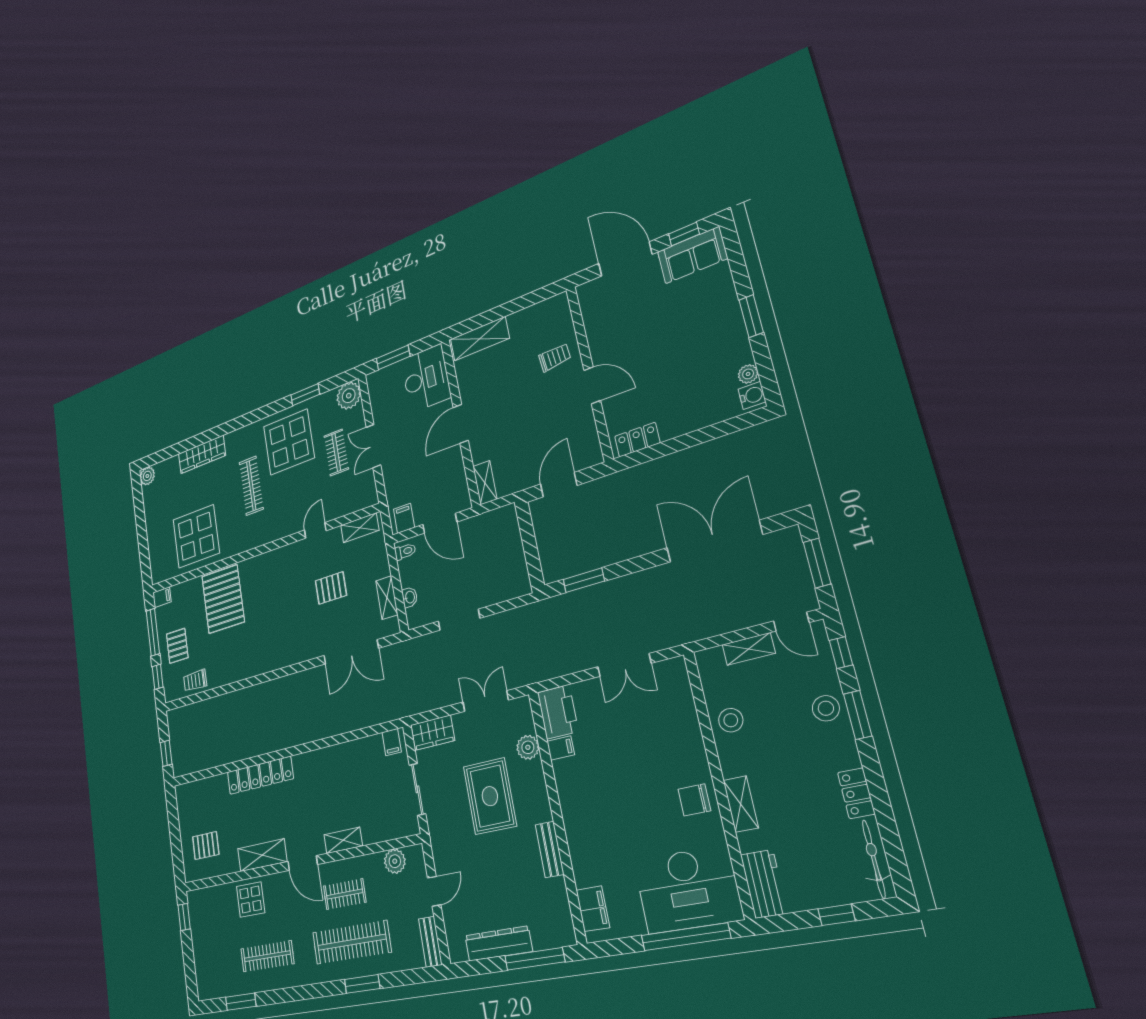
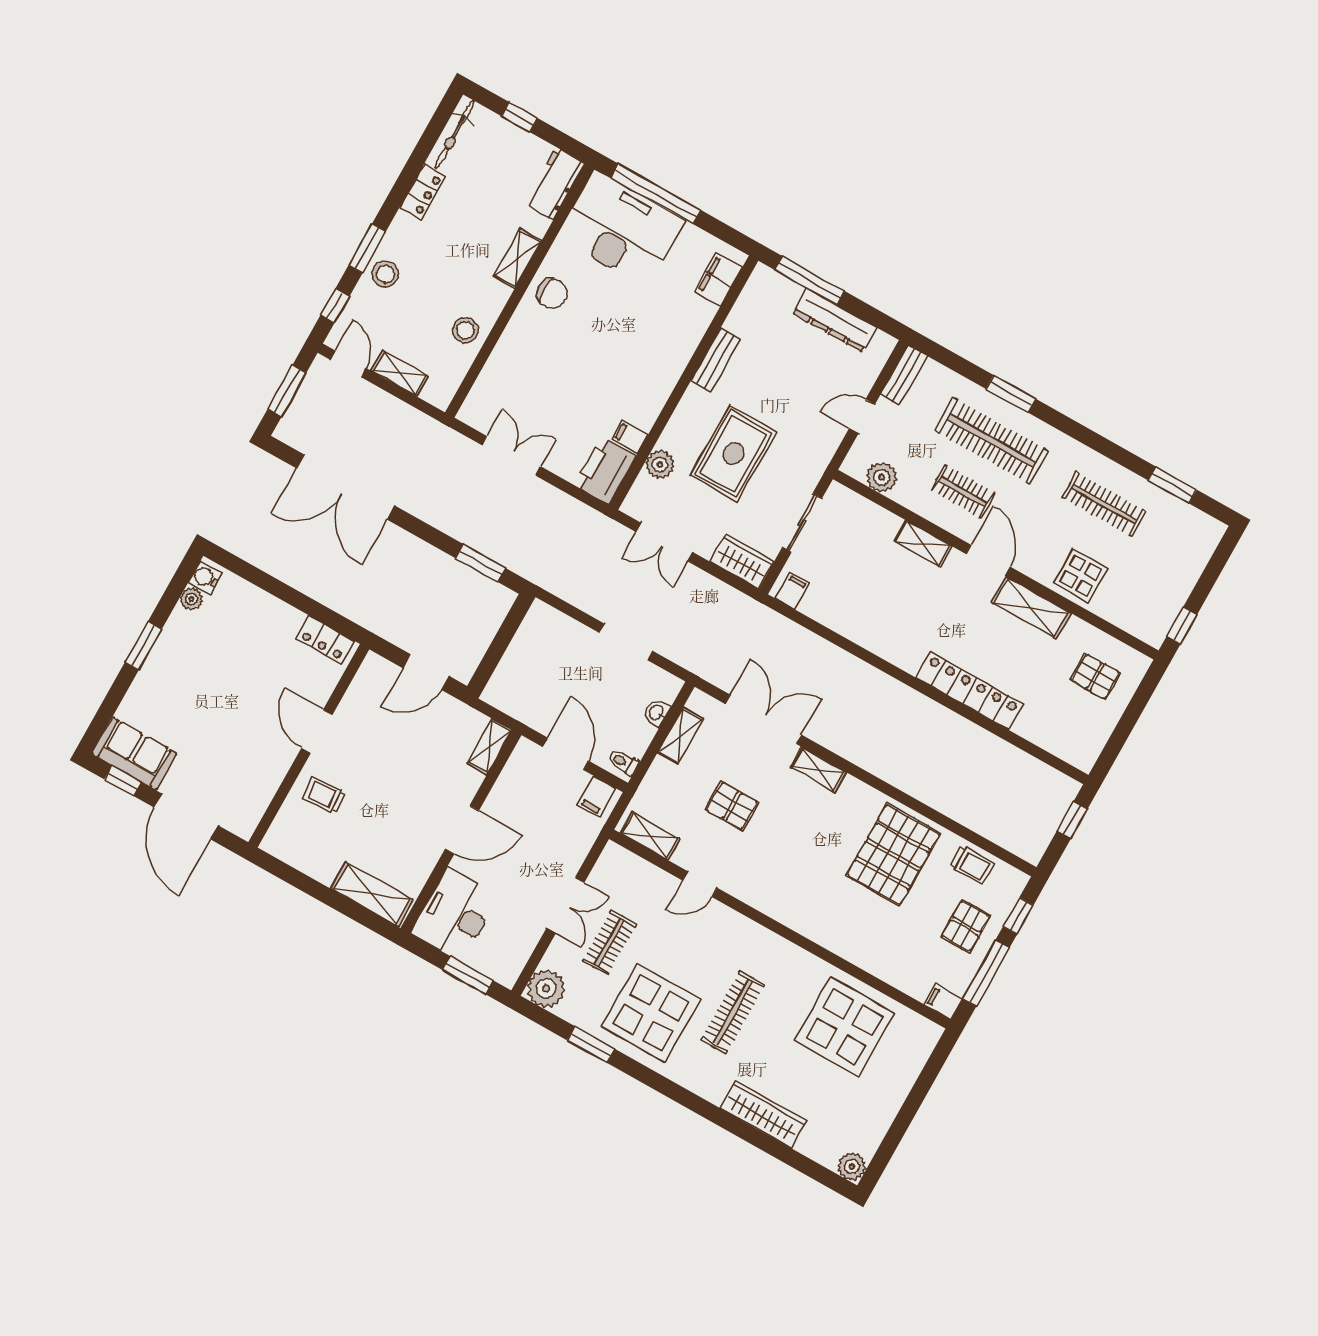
pallet: (223, 599) -> (893, 855), moved
shelving: (303, 653) -> (818, 770), added

